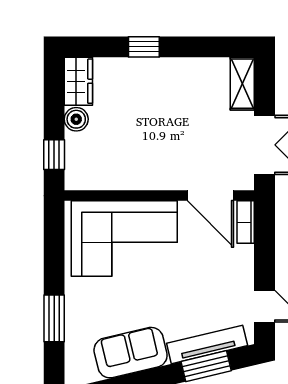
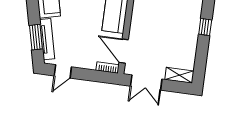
door: (210, 196) -> (124, 51), hinge flipped

